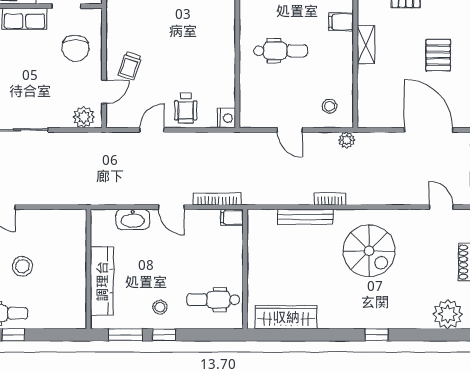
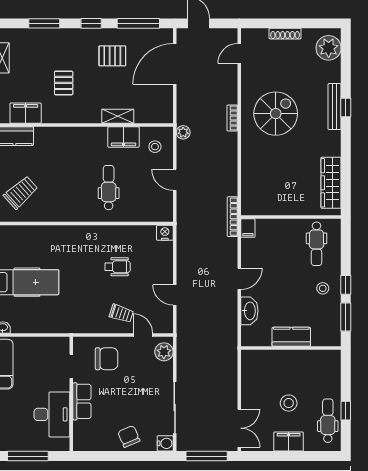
filing cabinet: (341, 22) -> (124, 137), moved, width x2.00
shelving: (366, 45) -> (118, 116), moved
wheelchair: (186, 108) -> (118, 267), moved
door: (290, 130) -> (175, 180), swing flipped
bookcase: (217, 199) -> (233, 217), moved
bookcase: (330, 199) -> (232, 118), moved
bench: (305, 217) -> (335, 107), moved
kitchen counter: (102, 281) -> (291, 337), width x0.67

